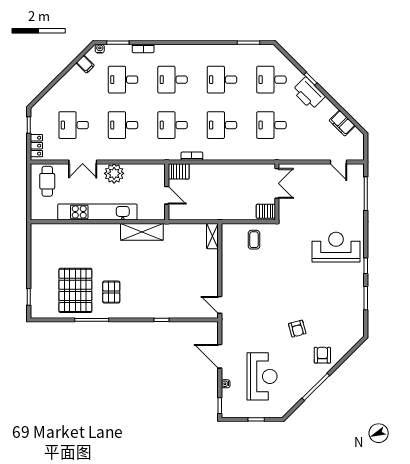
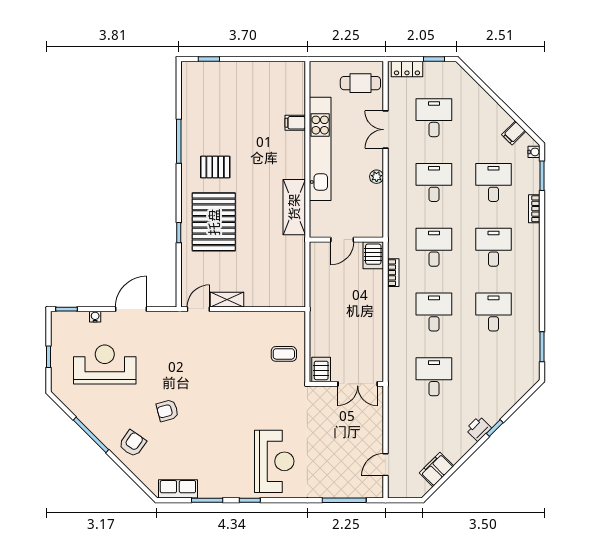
desk: (271, 80) -> (494, 377), removed
printer: (309, 93) -> (478, 429), width x0.53, depth x0.68
plant: (114, 173) -> (377, 177), width x0.53, depth x0.53
filing cabinet: (78, 231) -> (295, 123), added
shelving: (212, 236) -> (227, 300), moved
pallet: (75, 290) -> (214, 222), moved, turned 90
row of seats: (357, 320) -> (178, 489), added
armchair: (322, 355) -> (133, 443), turned -55
reception desk: (262, 376) -> (105, 364), turned 180

